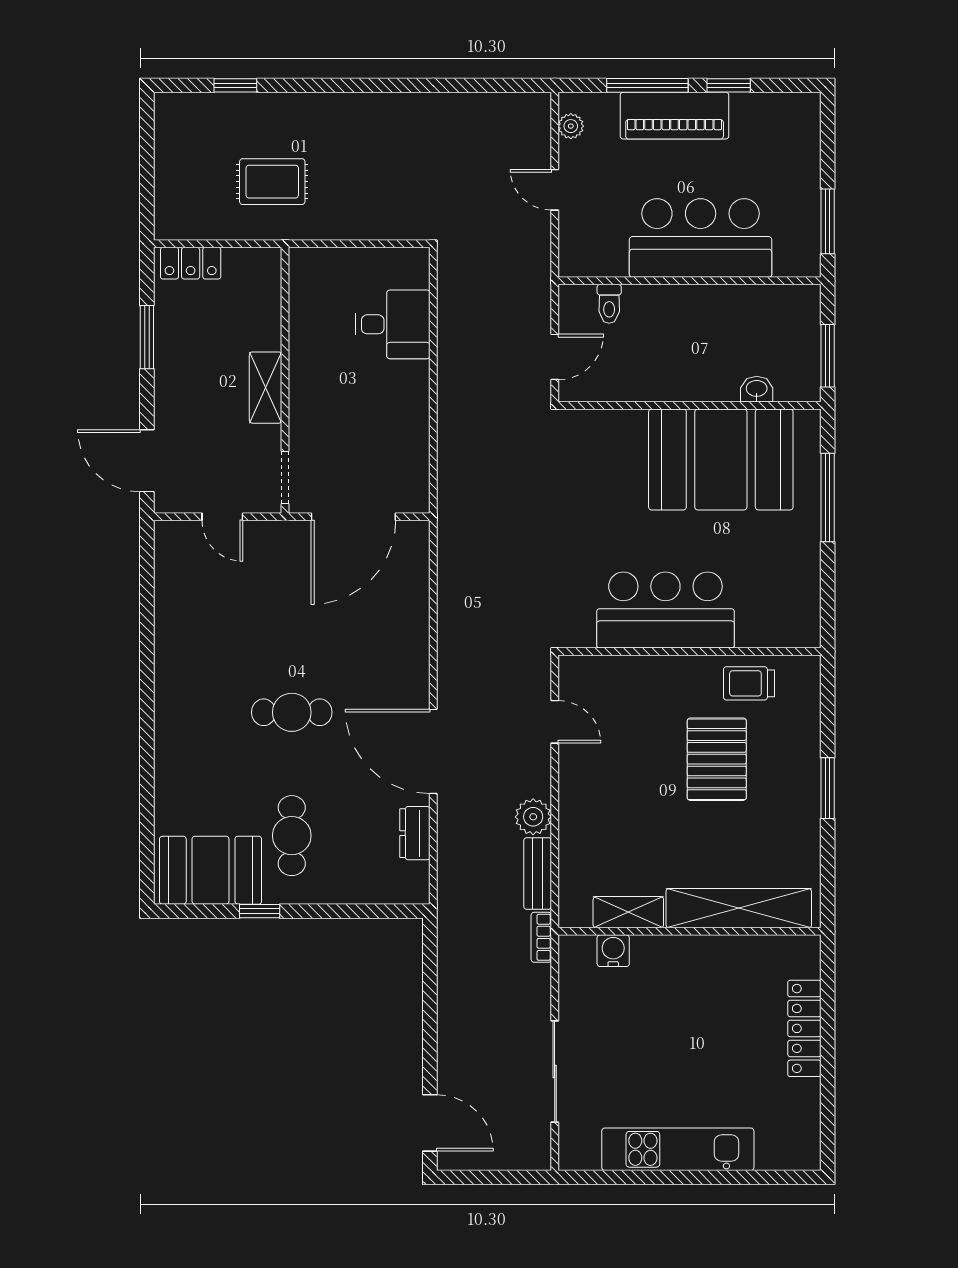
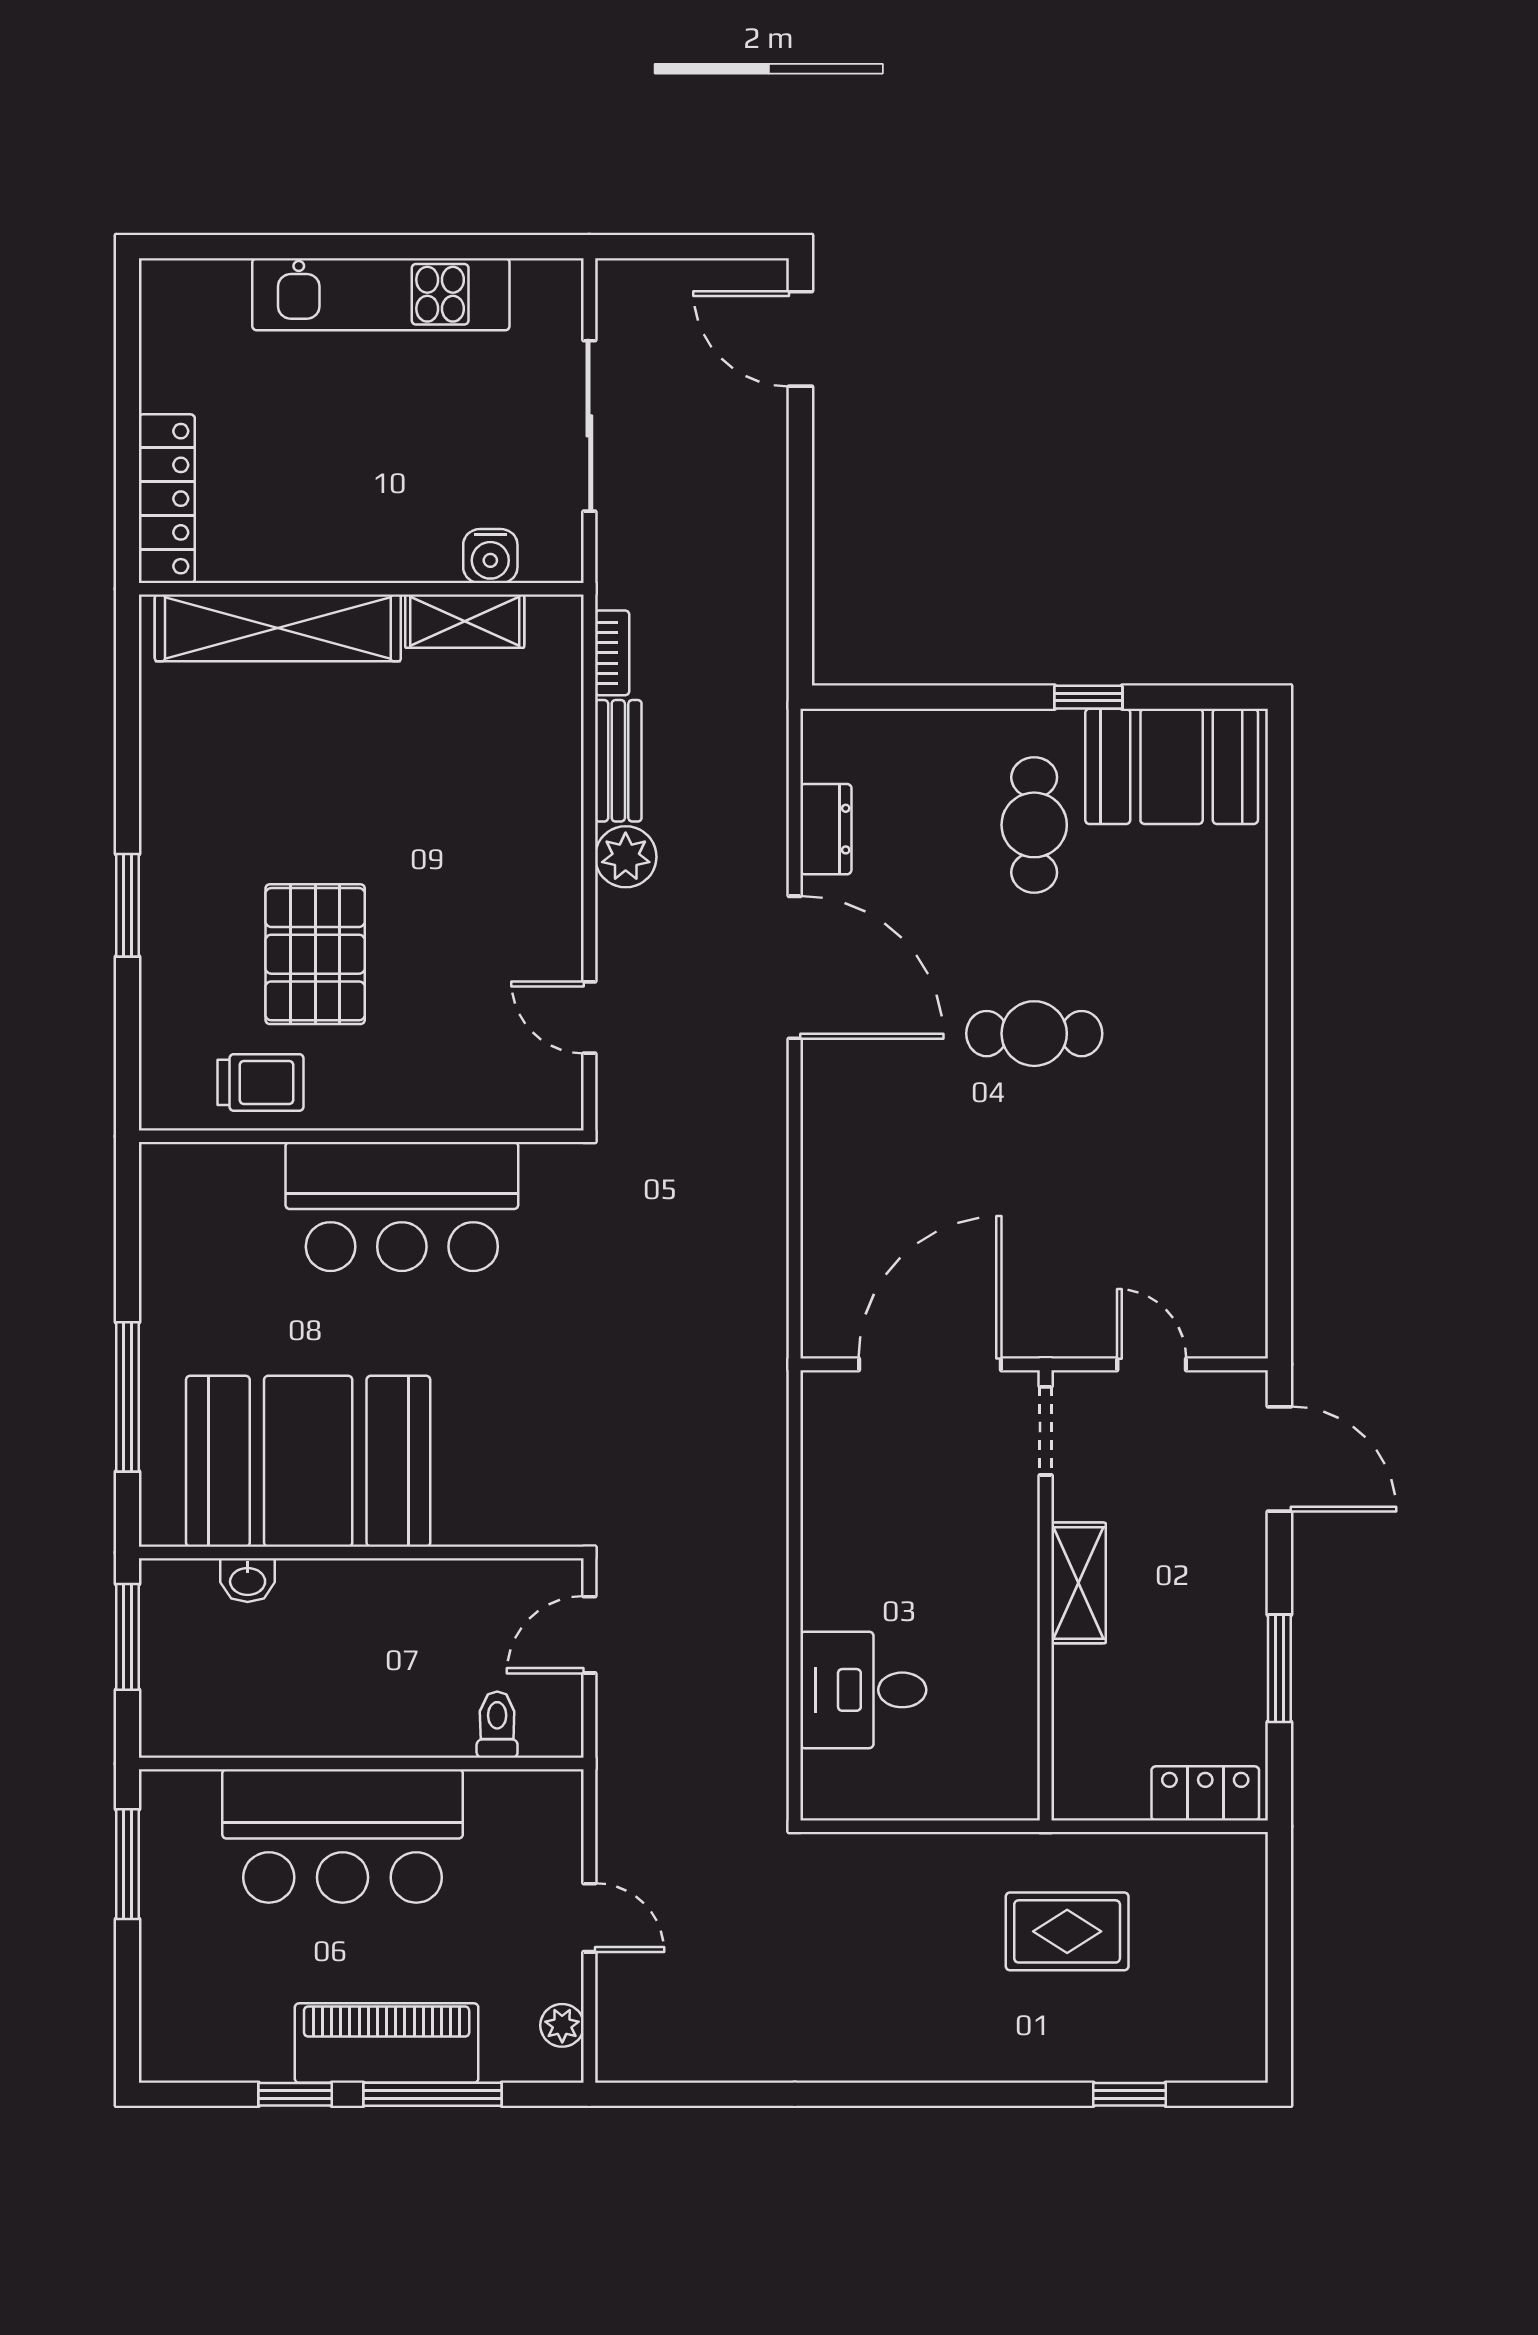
shelving: (739, 908) -> (278, 628), moved
shelving: (628, 912) -> (465, 621), moved
wall: (689, 931) -> (361, 589), moved
water cooler: (613, 951) -> (490, 556), moved

